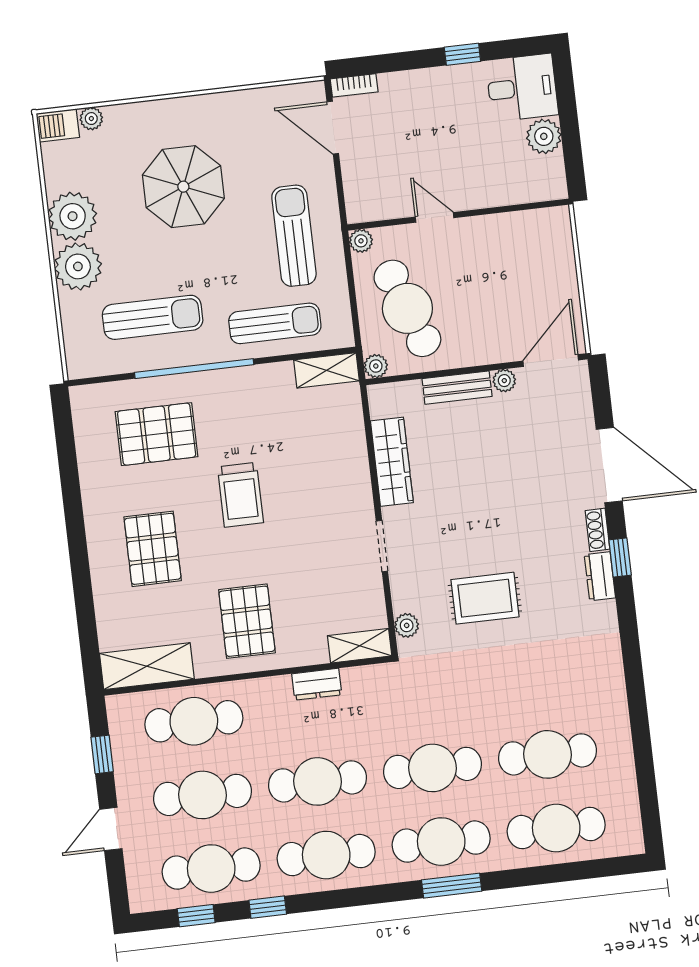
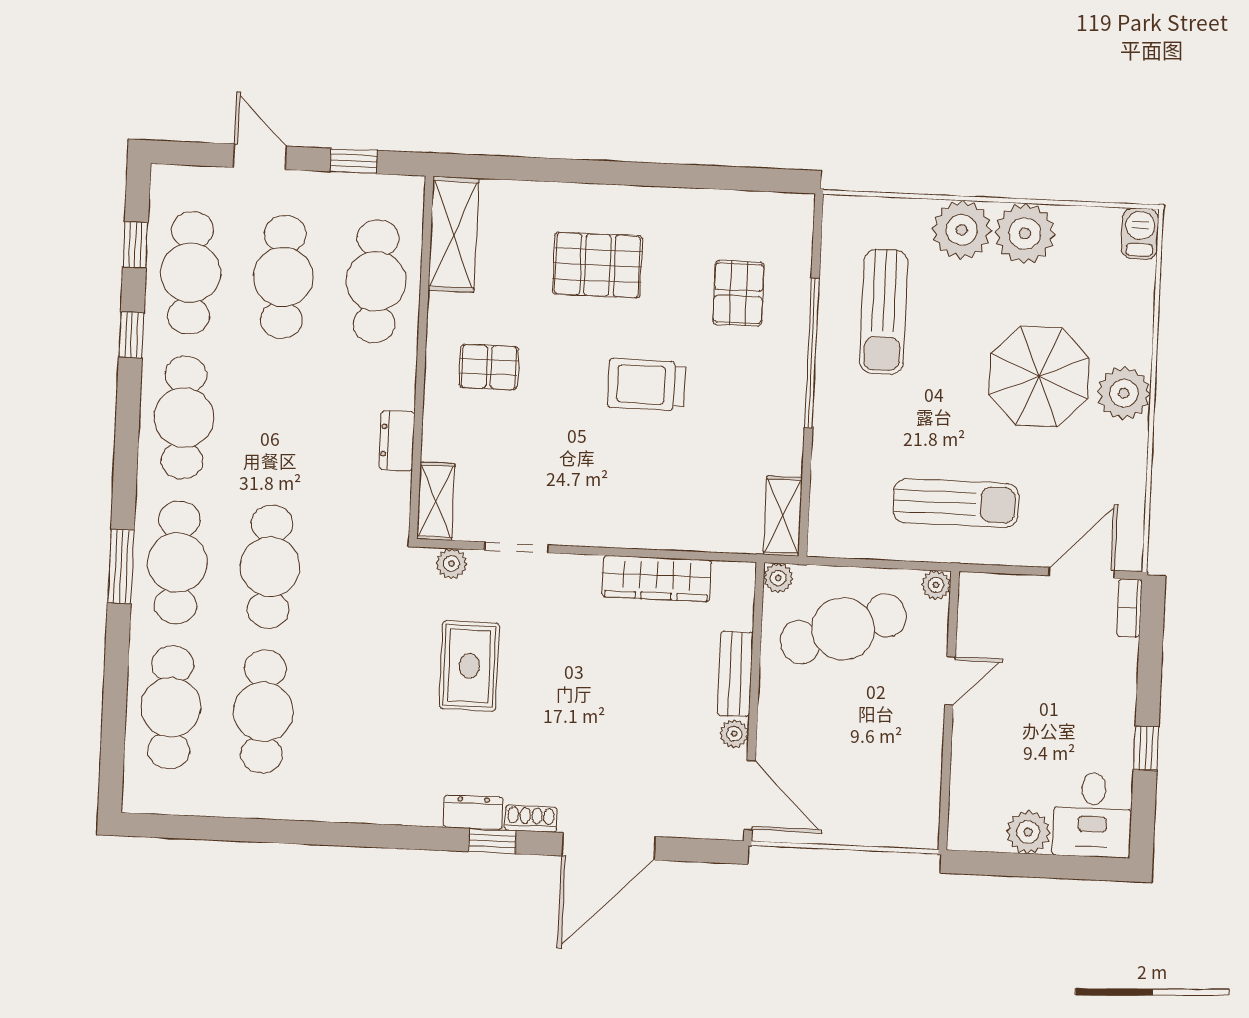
plant: (91, 119) -> (1124, 393), moved, width x1.88, depth x1.88
sun lounger: (275, 323) -> (851, 462), removed
pallet: (157, 434) -> (738, 293), width x0.67, depth x0.71
doorway: (382, 546) -> (517, 547), moved
pallet: (247, 621) -> (489, 367), width x0.67, depth x0.71
cafe table: (318, 781) -> (277, 422), removed

